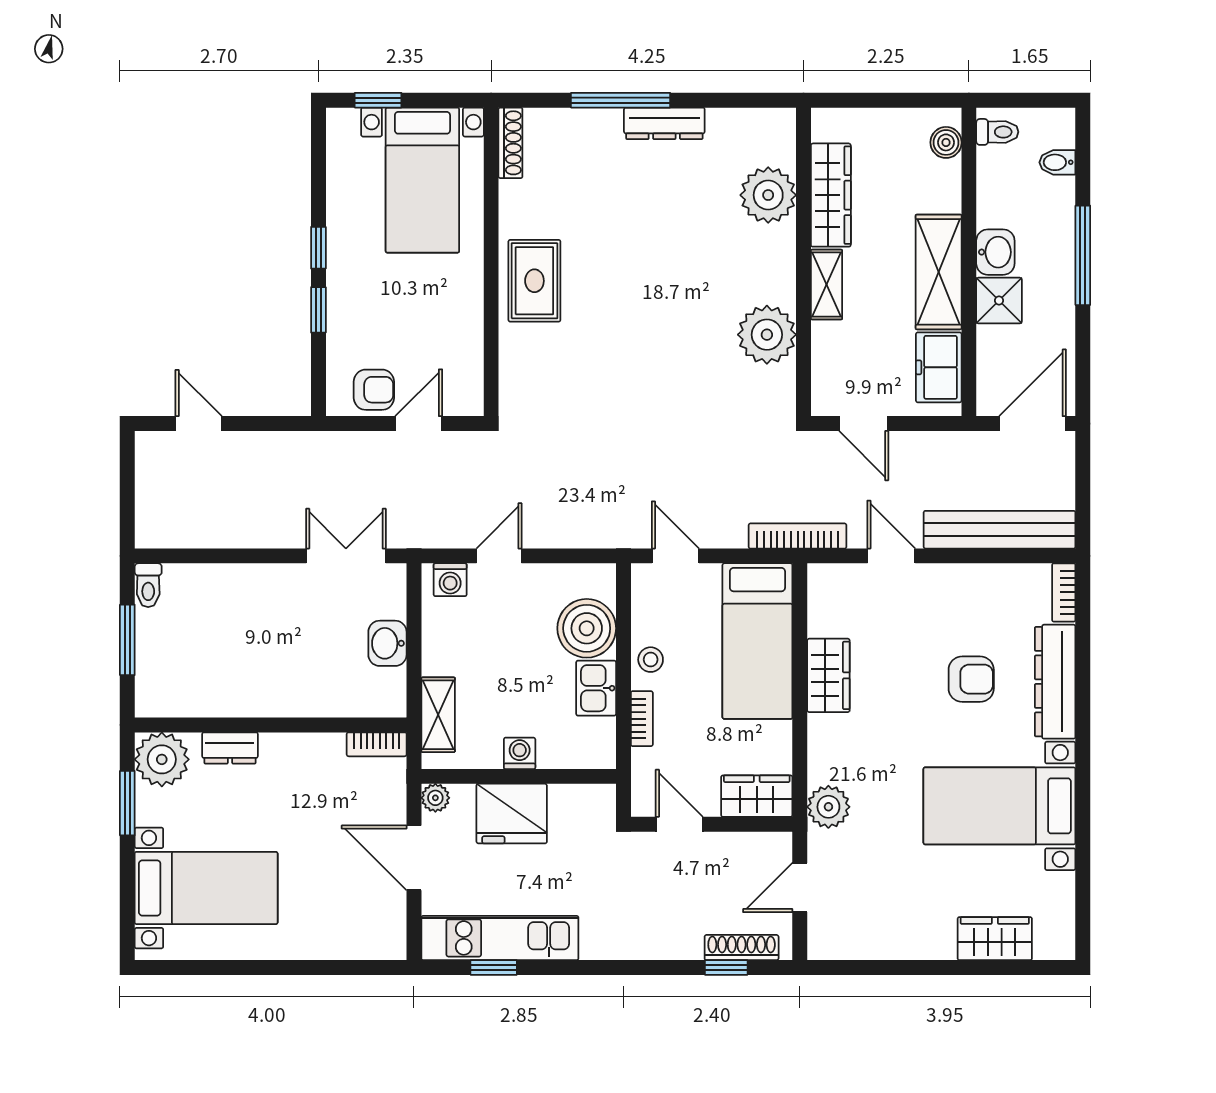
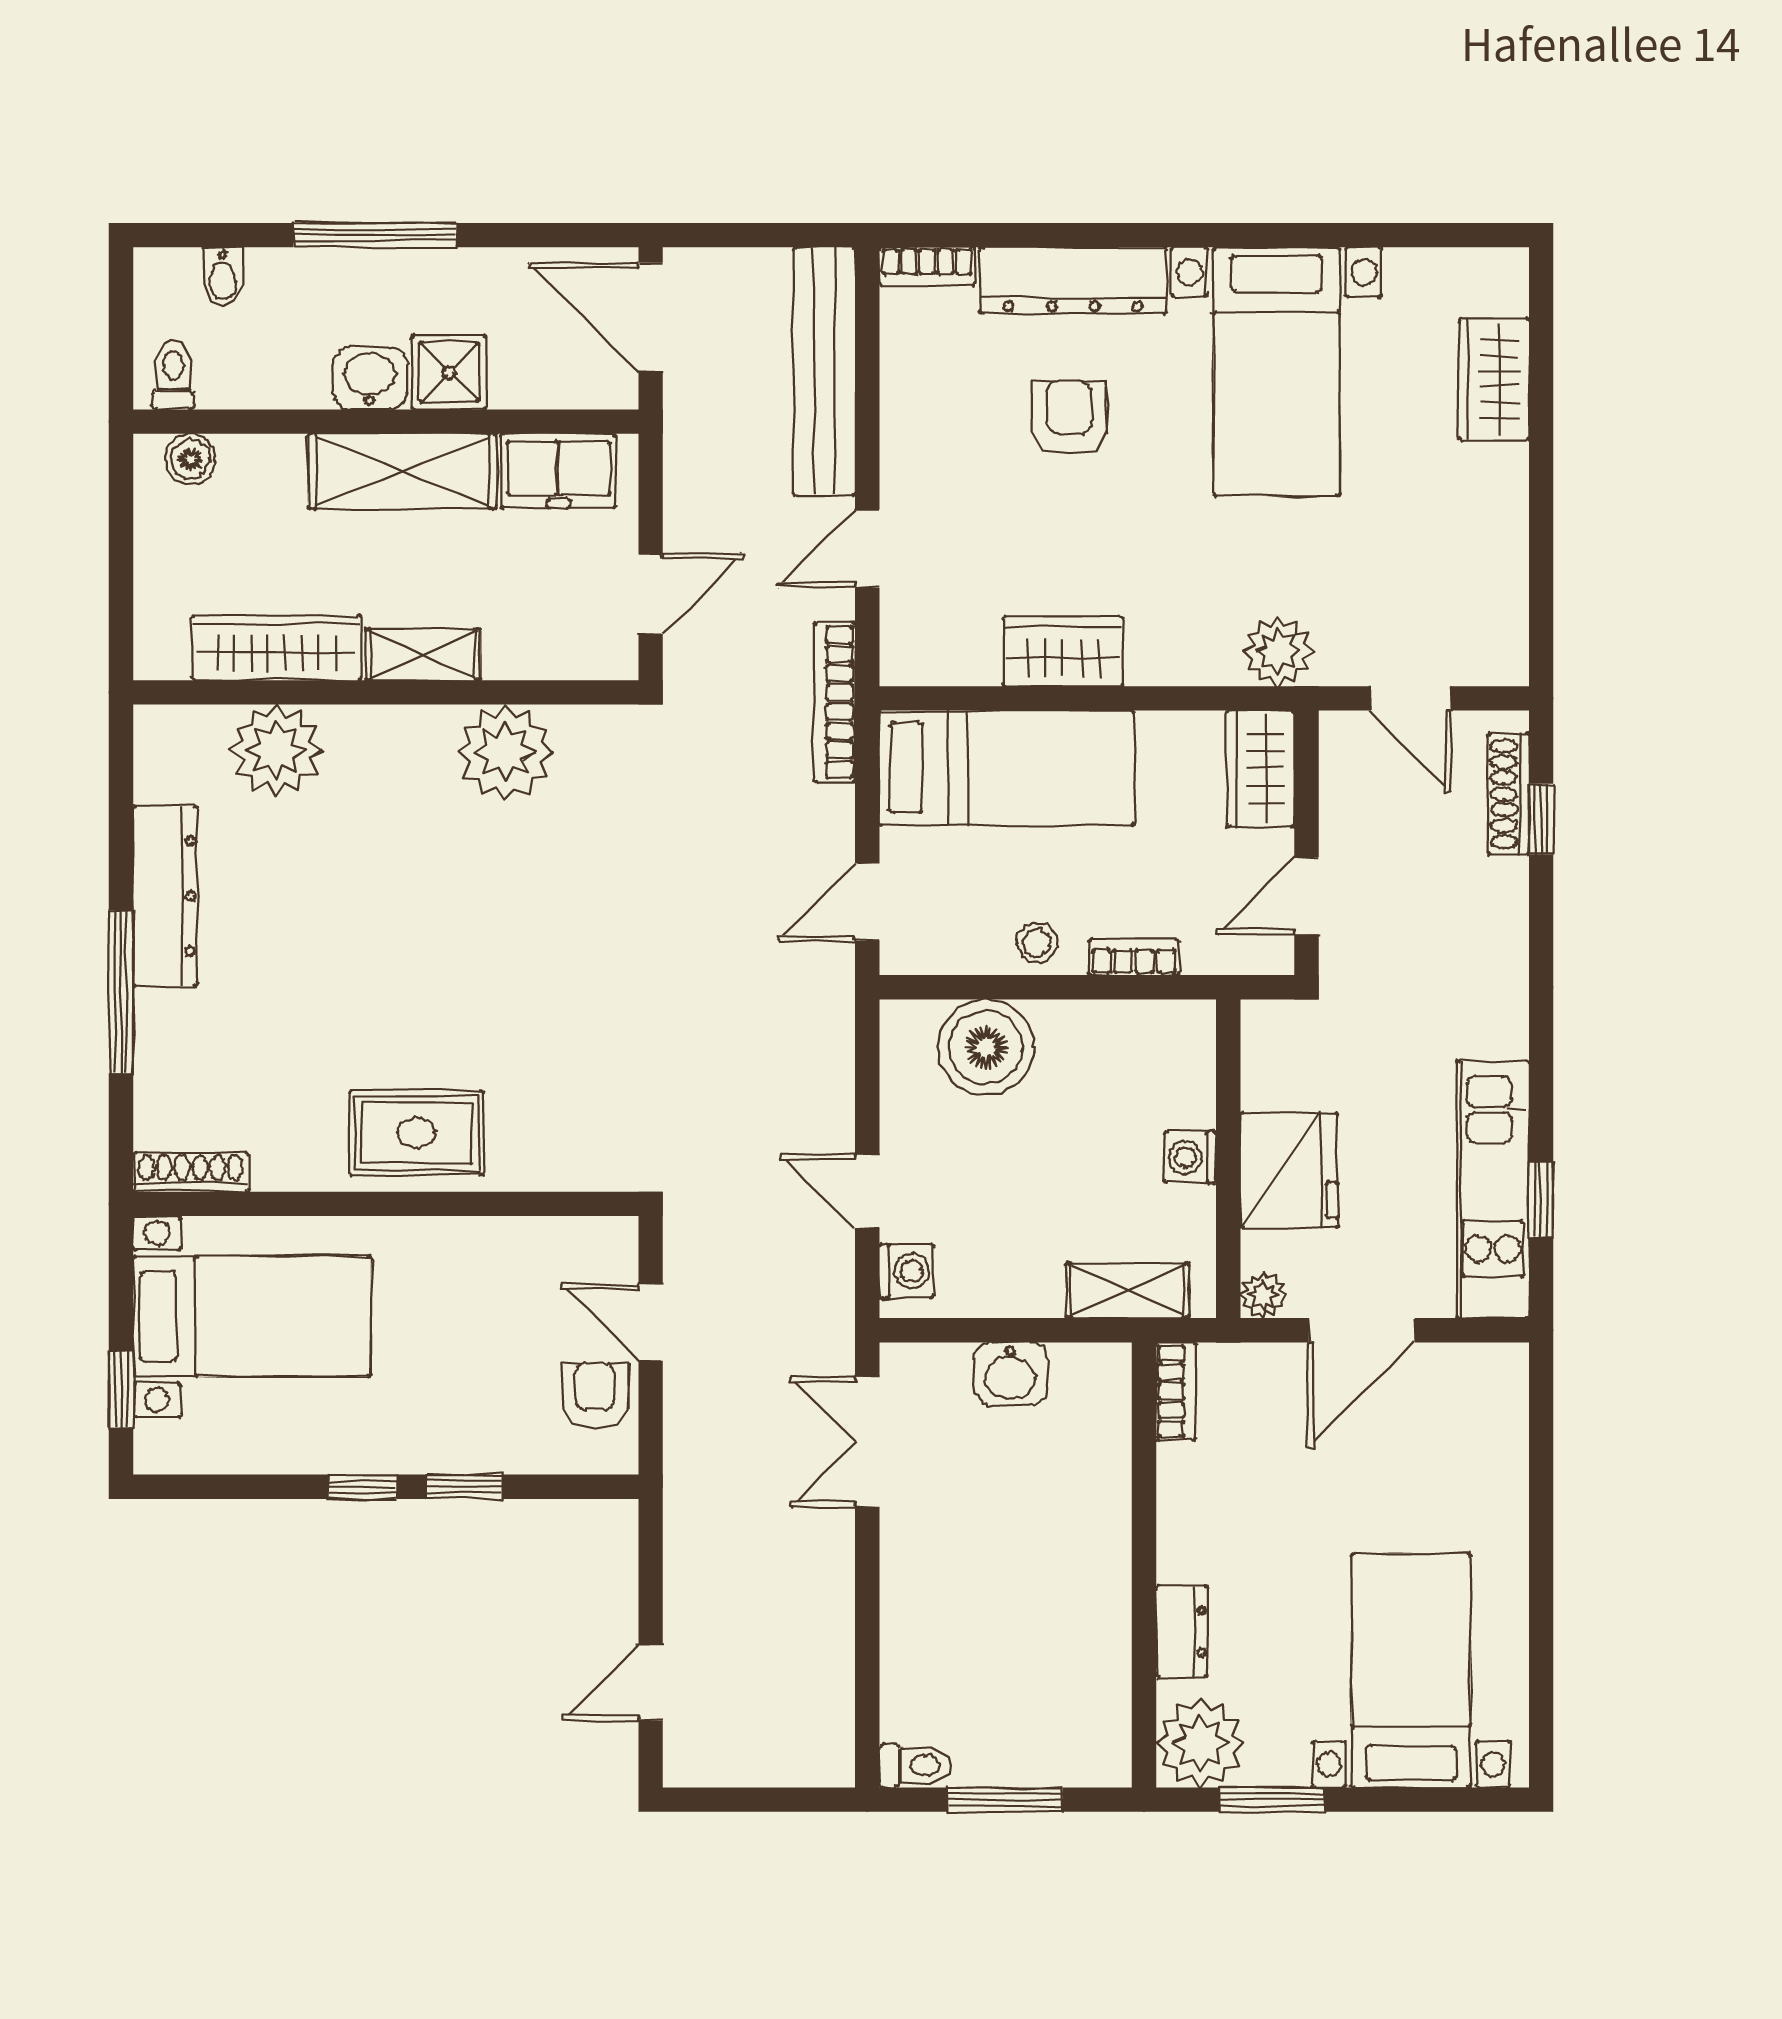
dresser: (664, 123) -> (165, 896), width x1.37, depth x1.24
kitchen sink: (596, 688) -> (1084, 1032), removed

